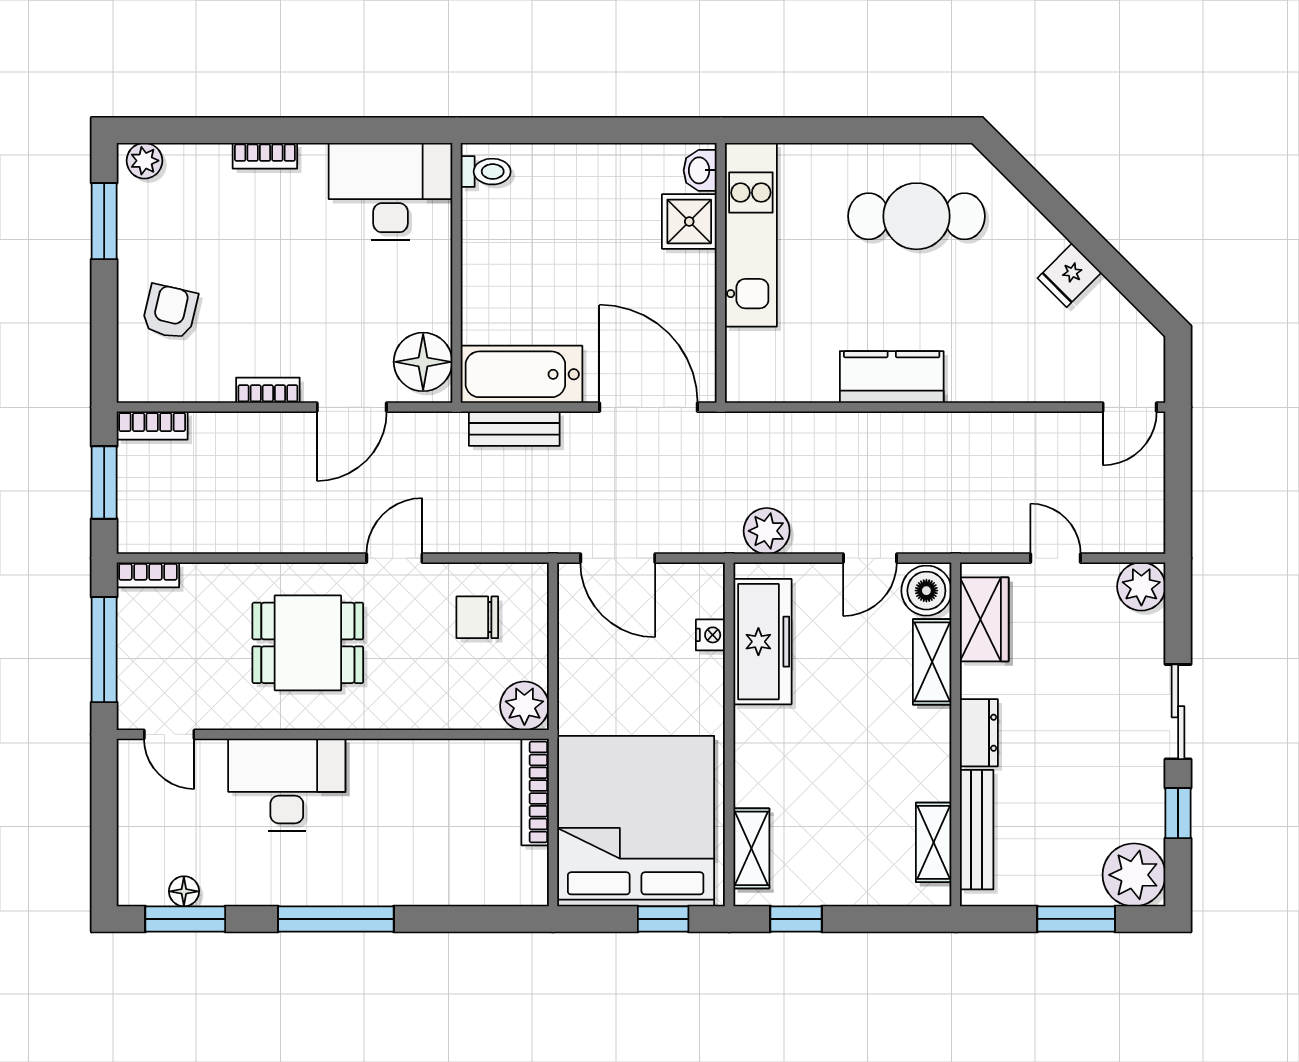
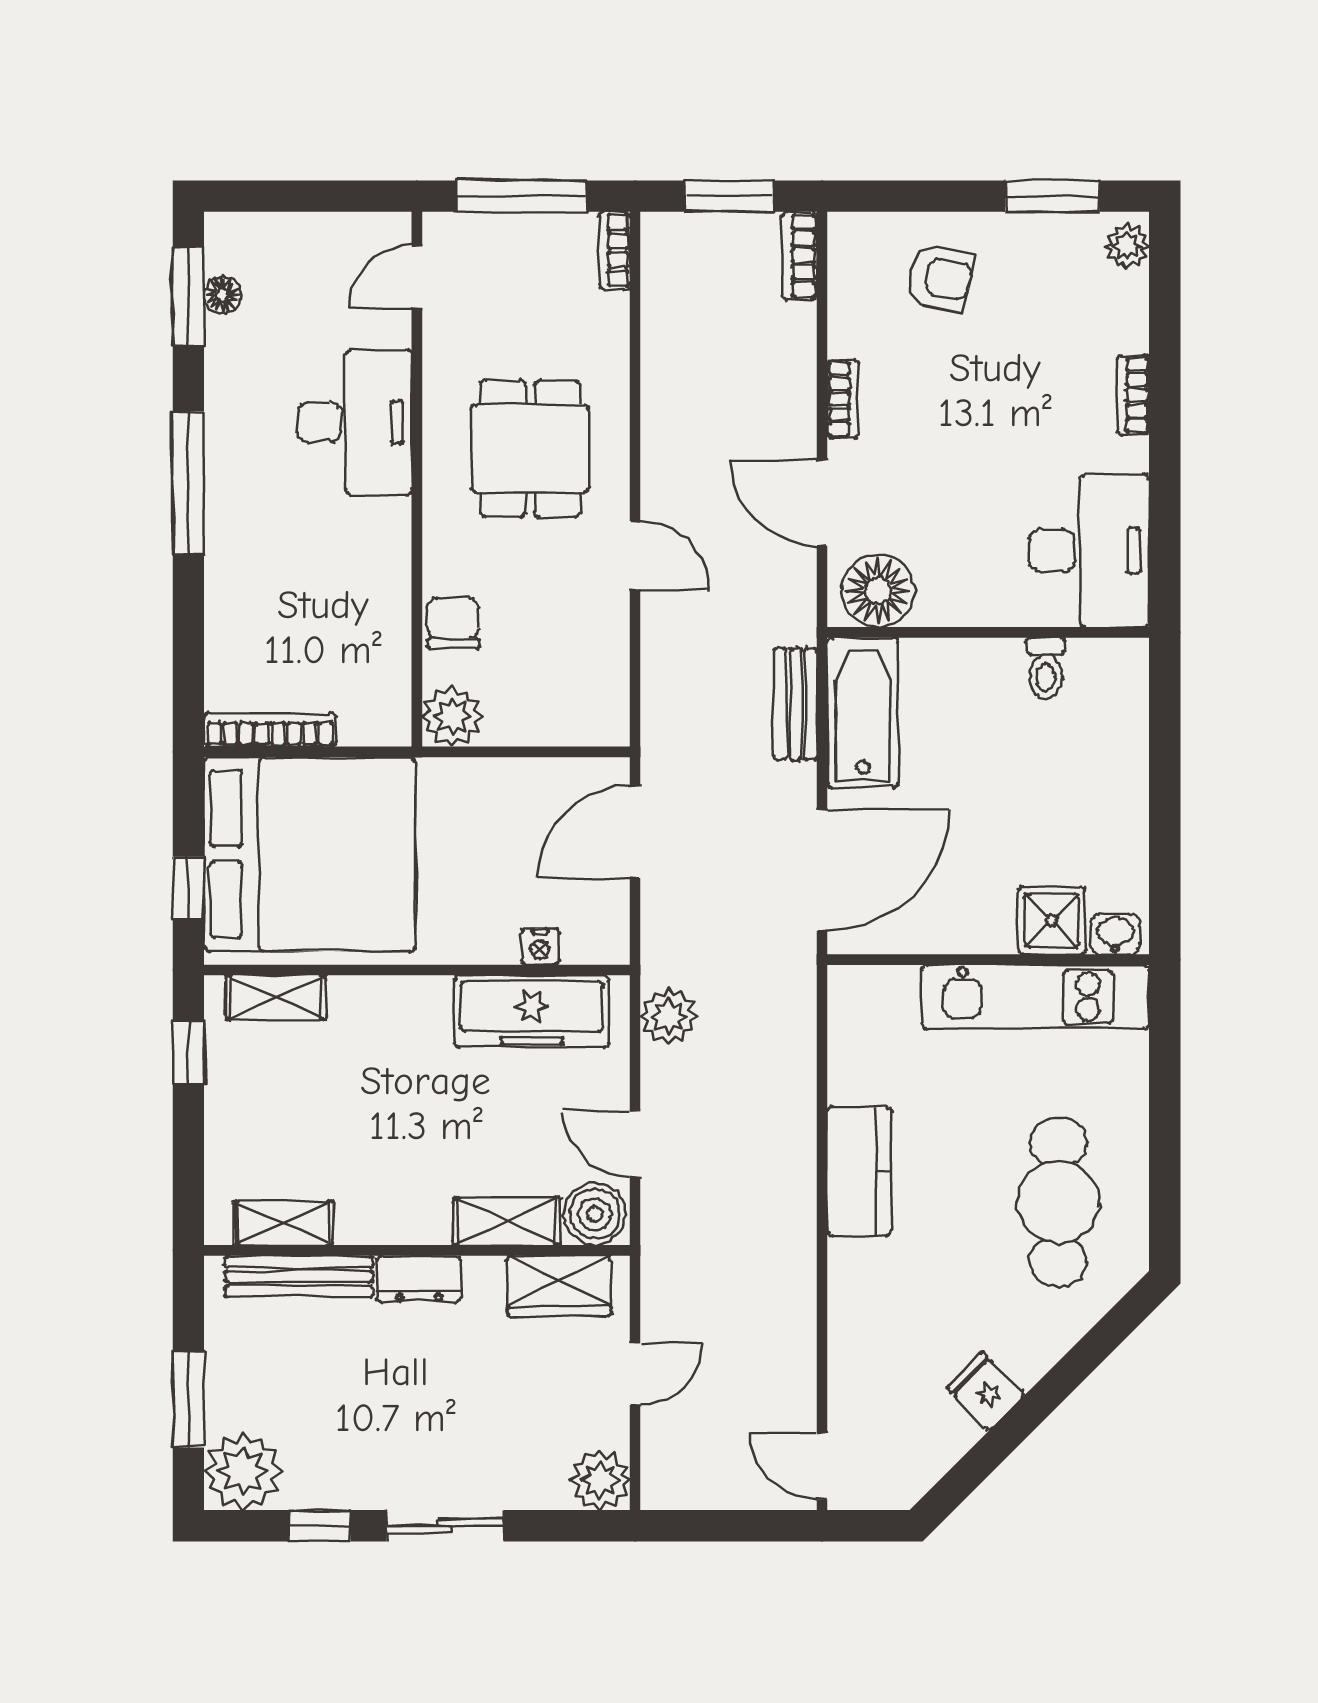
toilet: (486, 172) -> (1046, 669), moved
chair: (477, 617) -> (453, 623), moved
bookcase: (535, 792) -> (270, 730), moved

